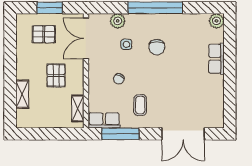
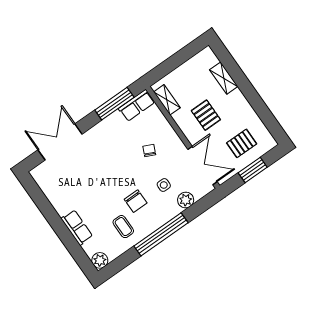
chair: (157, 47) -> (136, 201), turned 180
coffee table: (140, 105) -> (123, 227), moved

